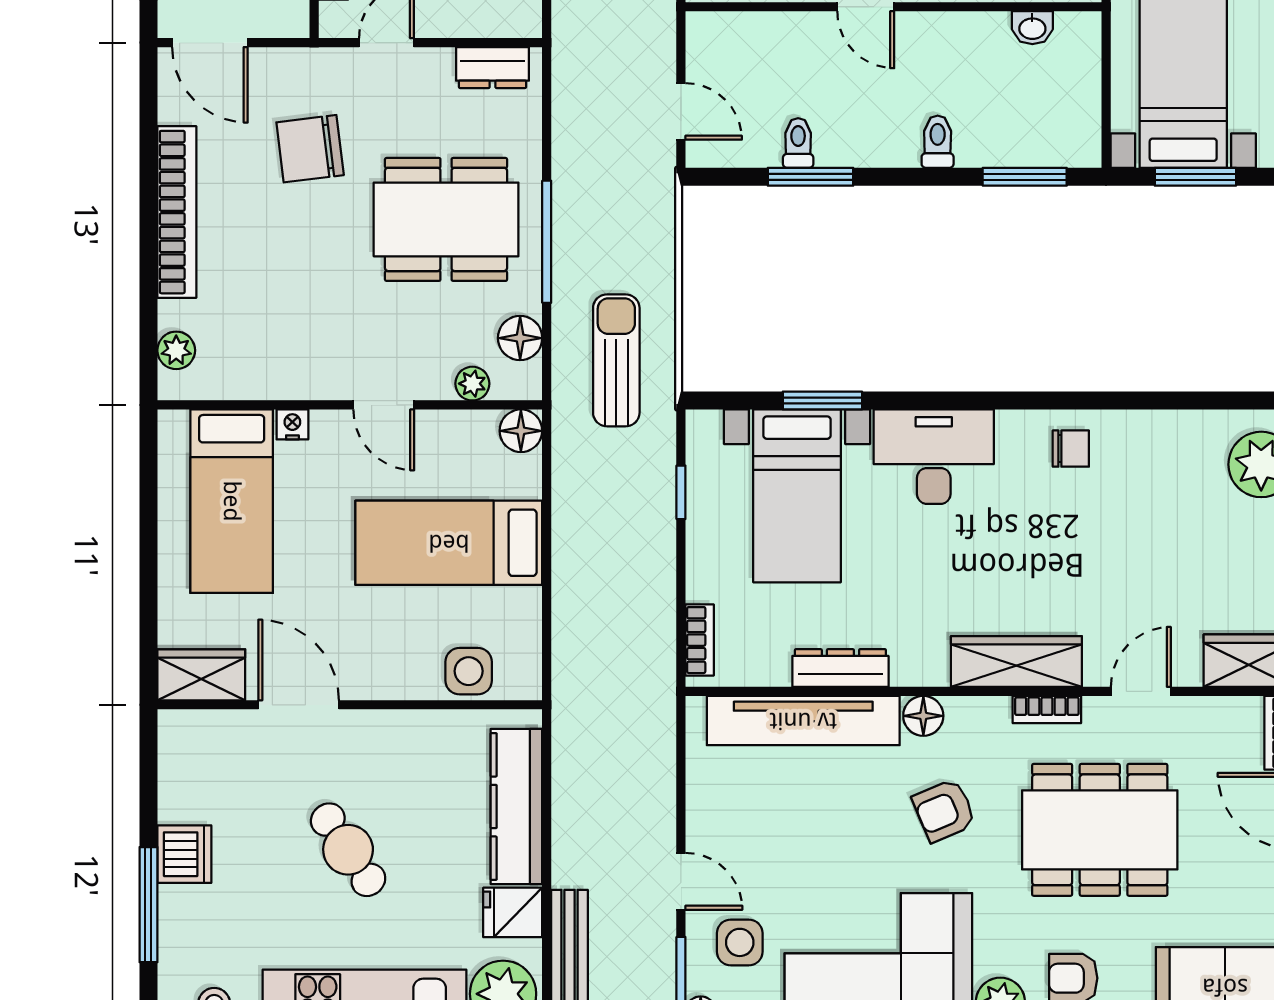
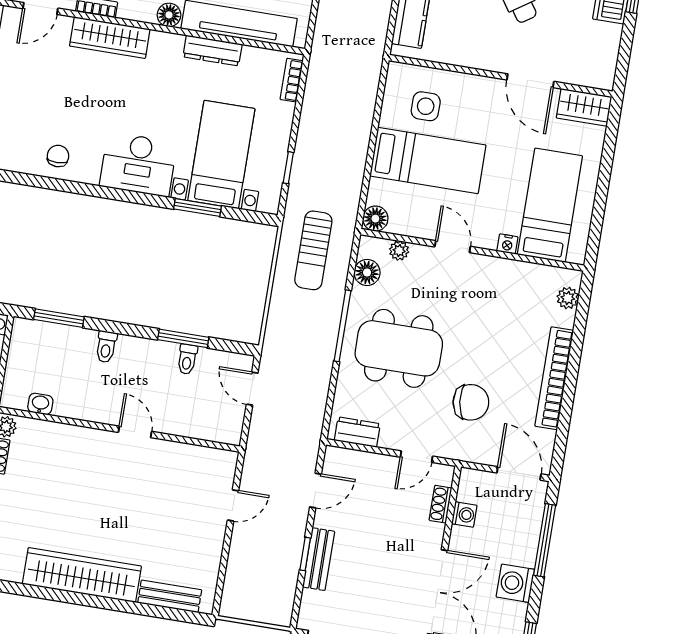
chair: (1071, 449) -> (58, 156), turned 90
side table: (469, 671) -> (426, 106), moved

